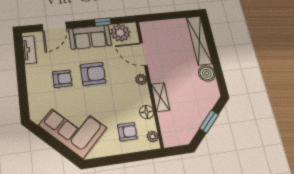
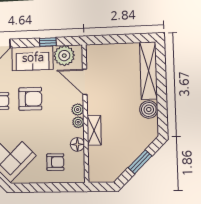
plant: (152, 136) -> (78, 122), moved

